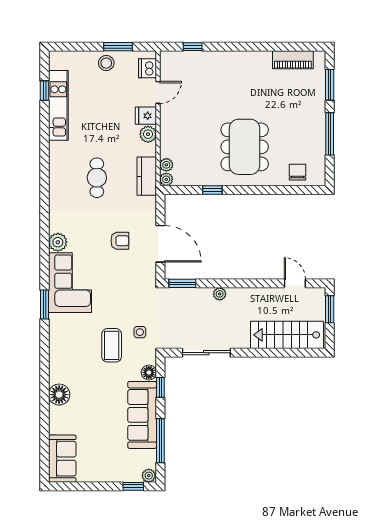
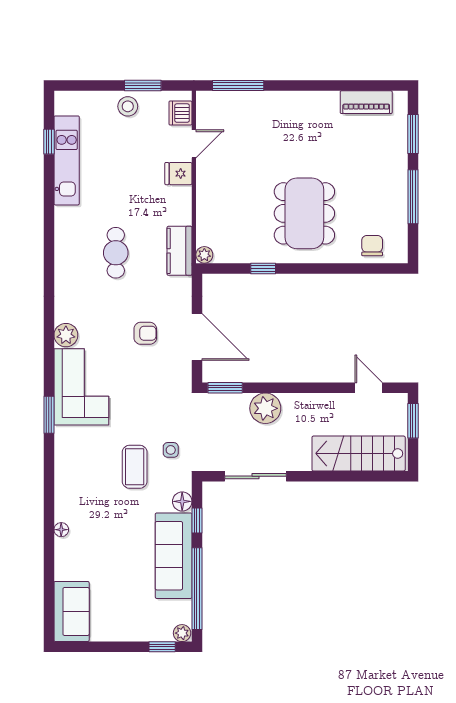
window: (193, 47) -> (238, 85), width x2.17
plant: (148, 134) -> (181, 197), removed
plant: (166, 165) -> (204, 236), removed
plant: (220, 294) -> (265, 408), width x1.88, depth x1.88
floor lamp: (59, 395) -> (61, 530), width x0.53, depth x0.53
window: (160, 441) -> (197, 589), width x1.46

